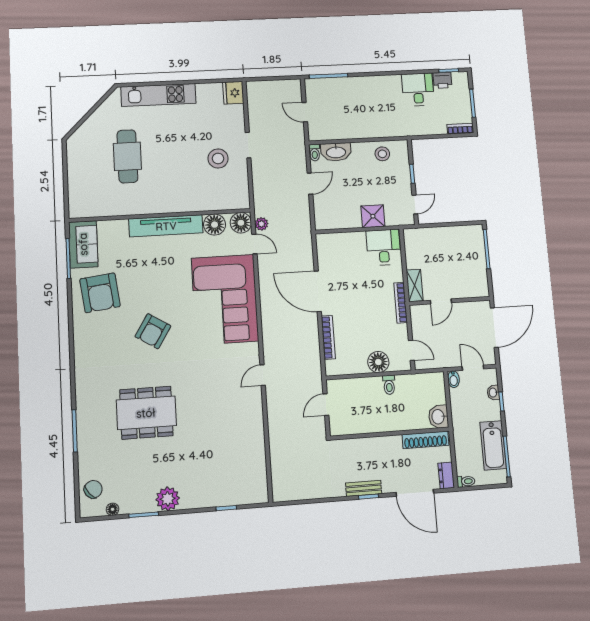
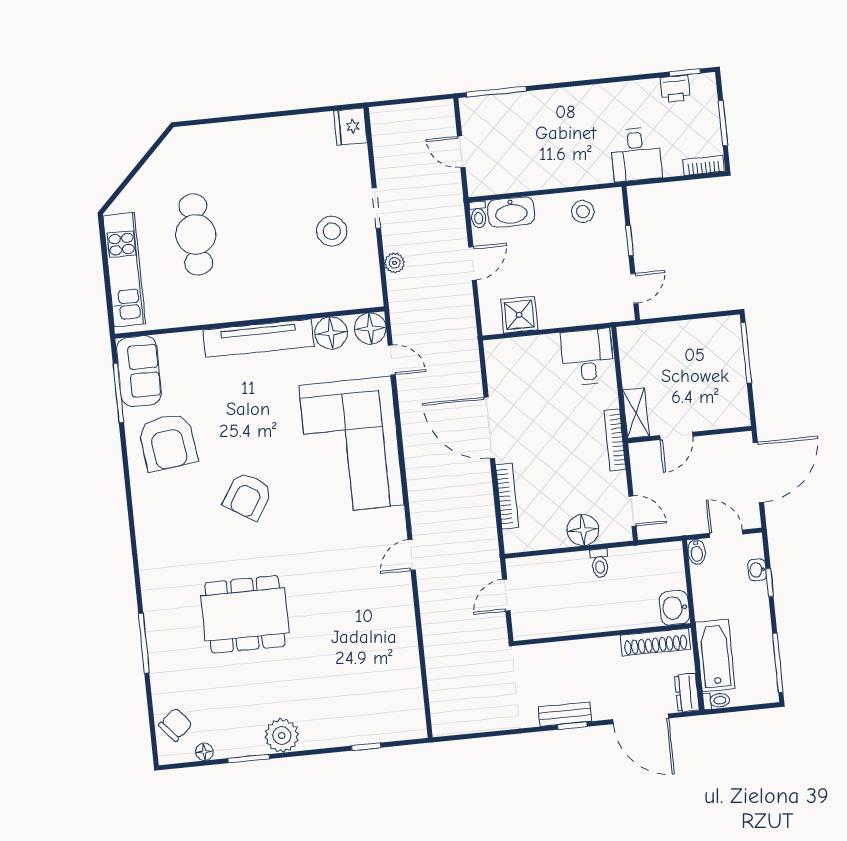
desk: (418, 90) -> (636, 154), moved, turned 180
kitchen unit: (158, 95) -> (124, 270), moved, turned -90
shower: (373, 216) -> (519, 315), moved
plant: (261, 224) -> (395, 263), moved
bathtub: (493, 445) -> (715, 655), moved, turned 180

